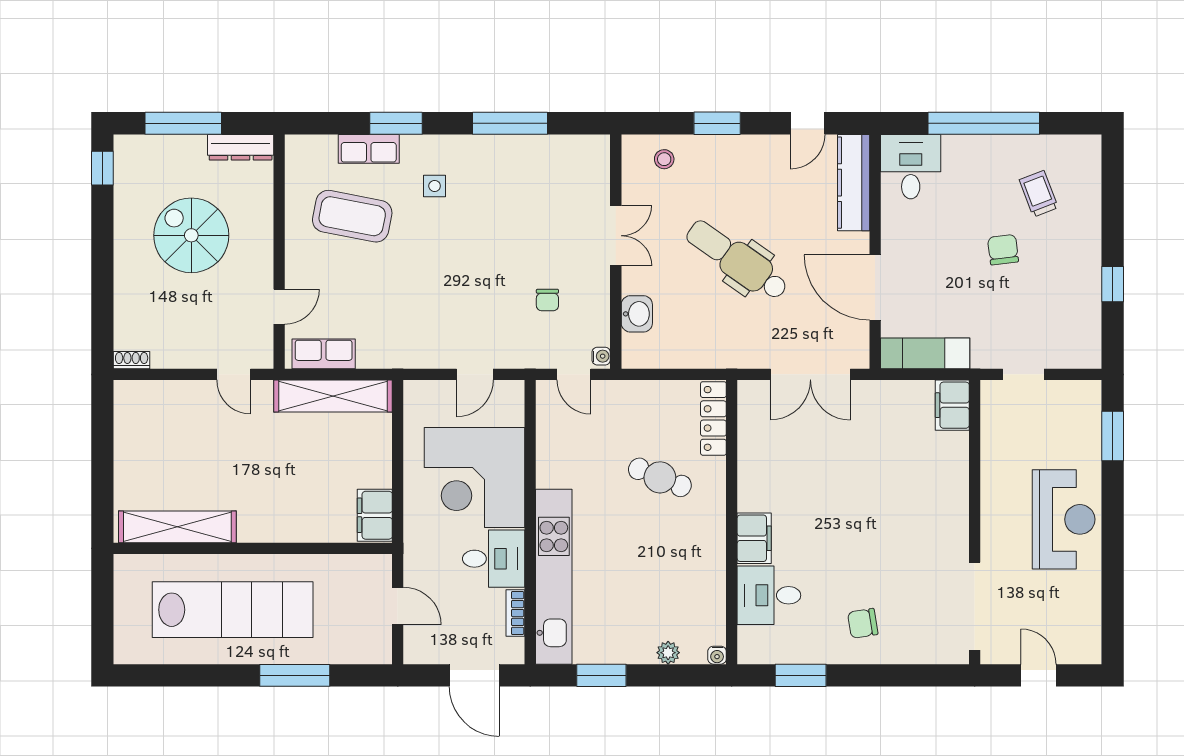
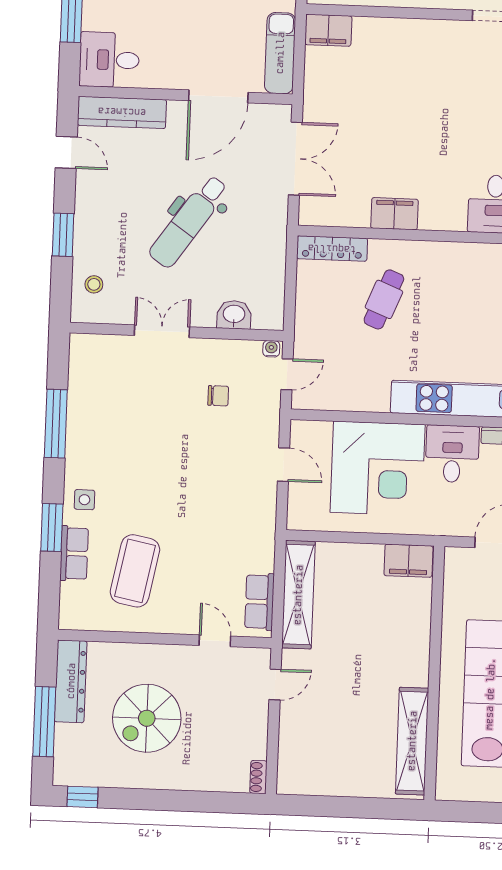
dresser: (241, 147) -> (71, 681), width x1.37, depth x1.24
side table: (435, 186) -> (84, 500), moved
filing cabinet: (754, 538) -> (394, 214), moved

